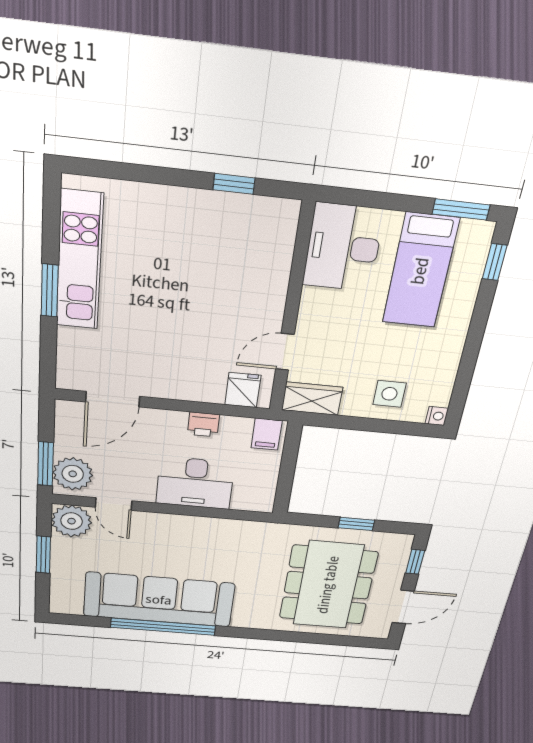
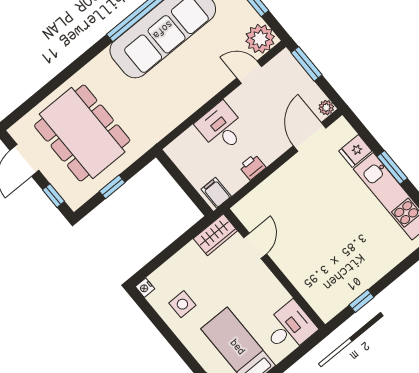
desk: (343, 248) -> (289, 328), width x0.73
fridge: (243, 390) -> (355, 151), moved, turned 90
side table: (389, 394) -> (182, 304), moved
plant: (73, 474) -> (326, 108), moved, width x0.53, depth x0.53
desk: (195, 483) -> (221, 128), width x0.73

